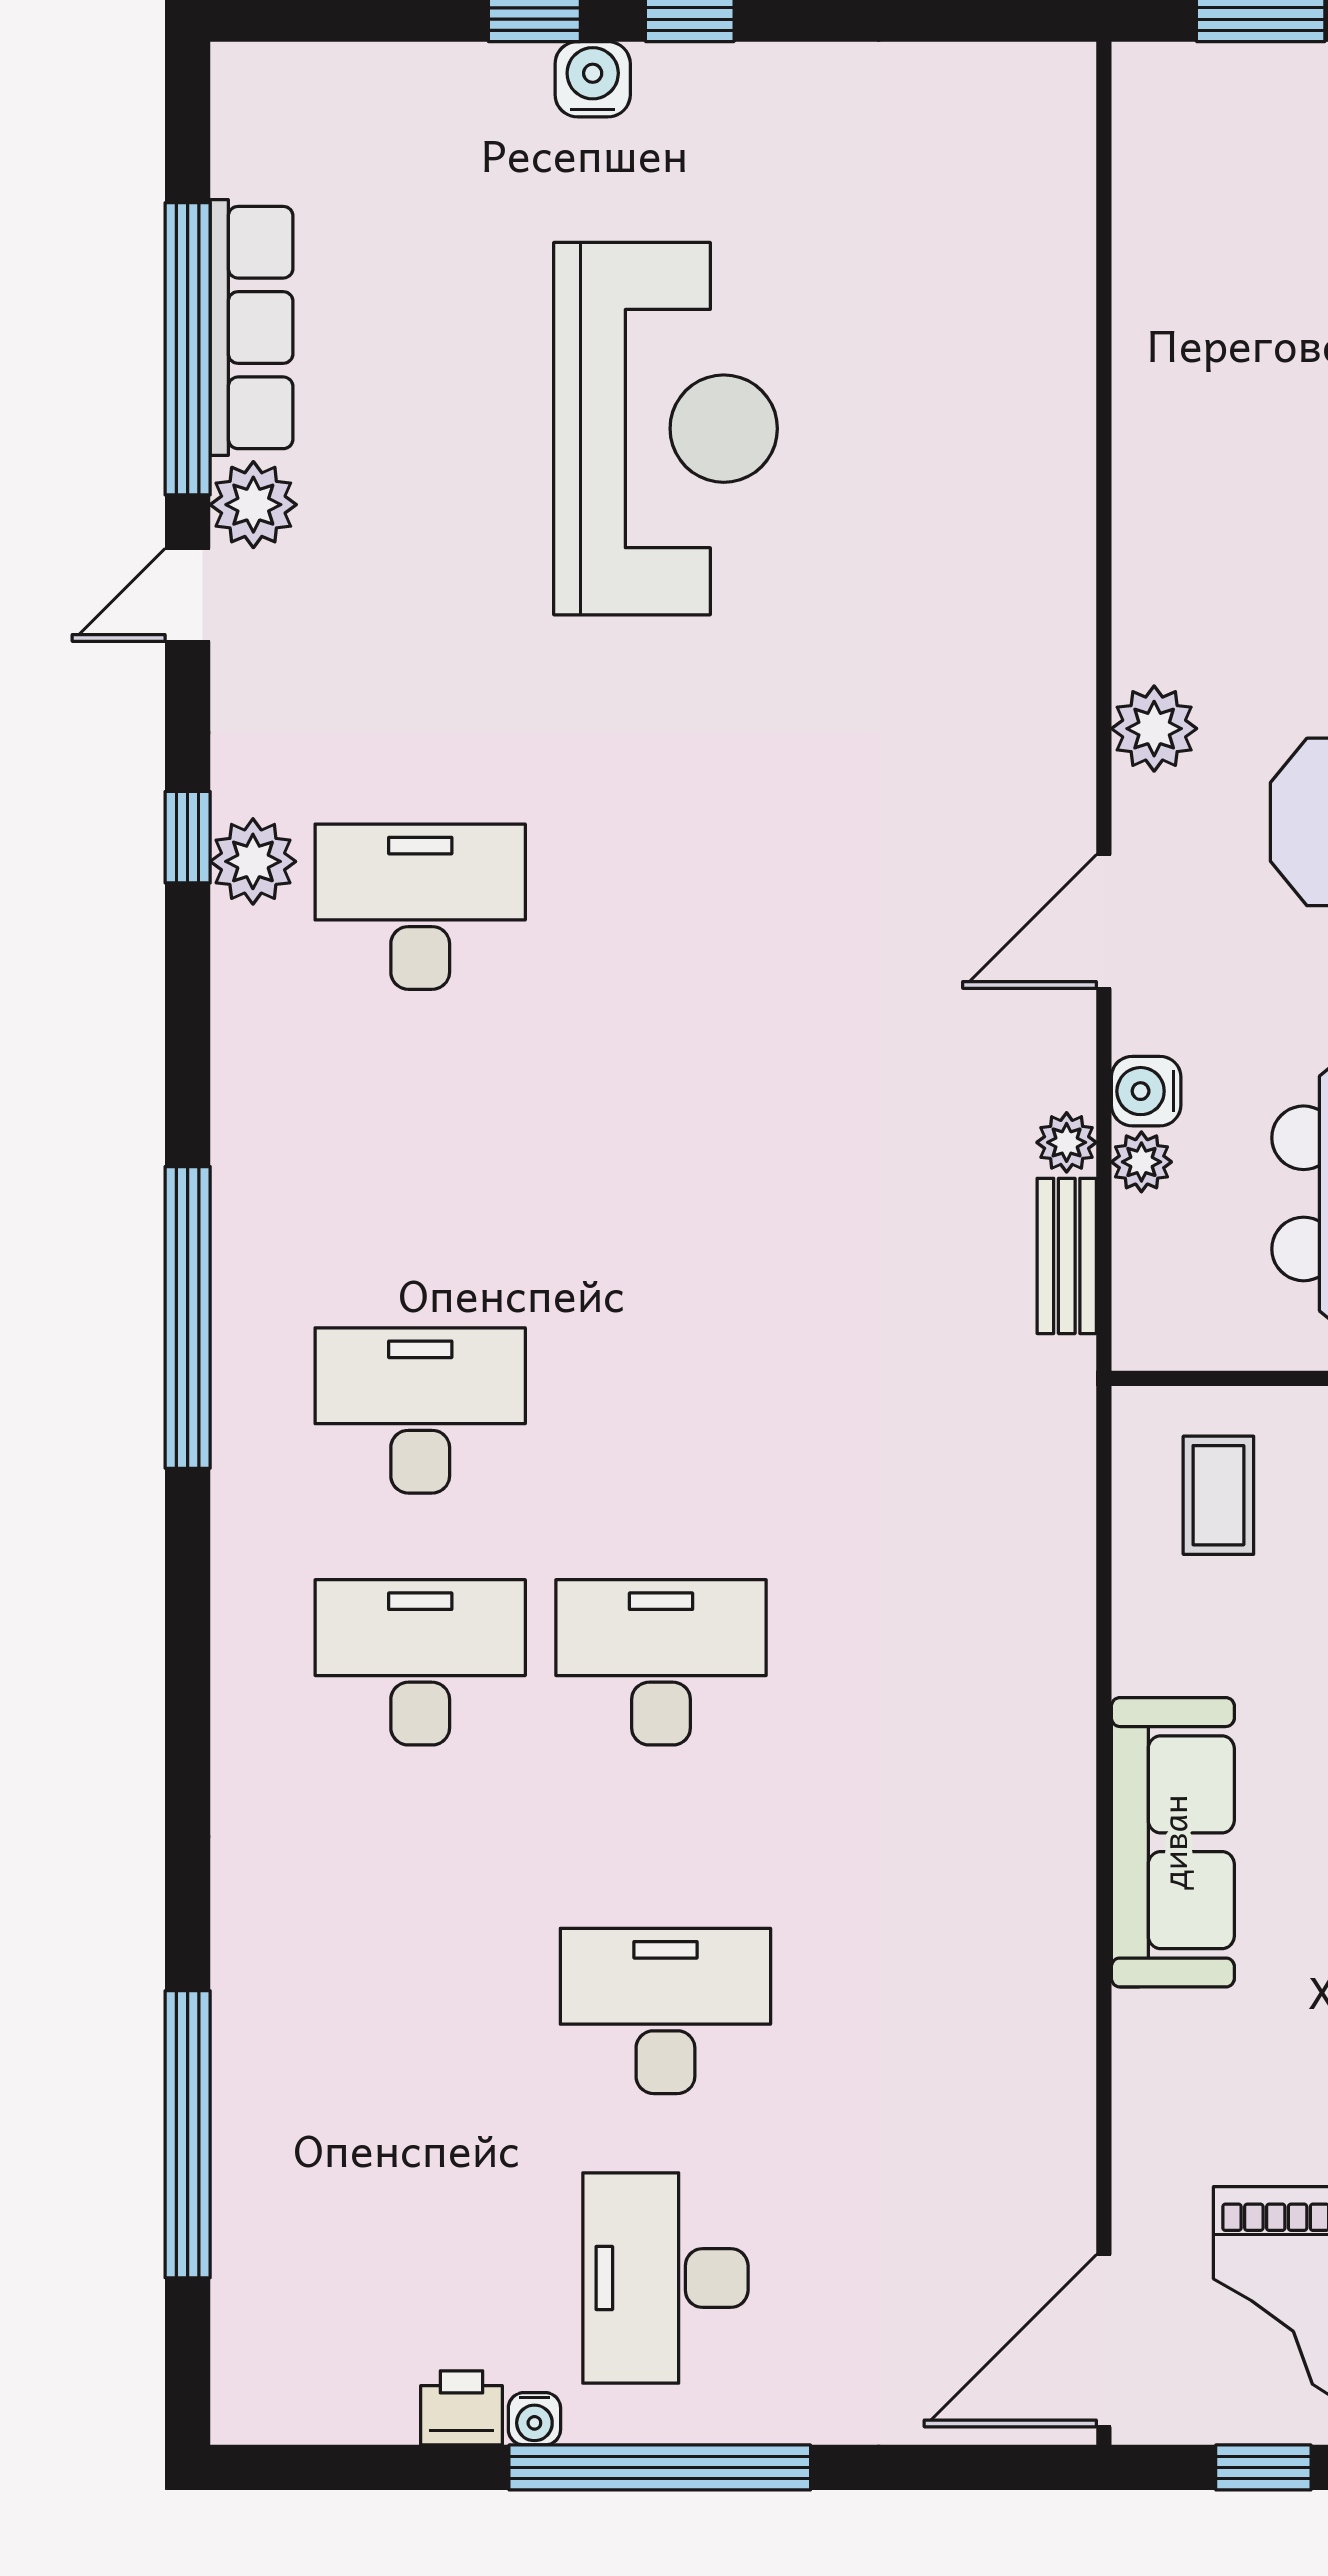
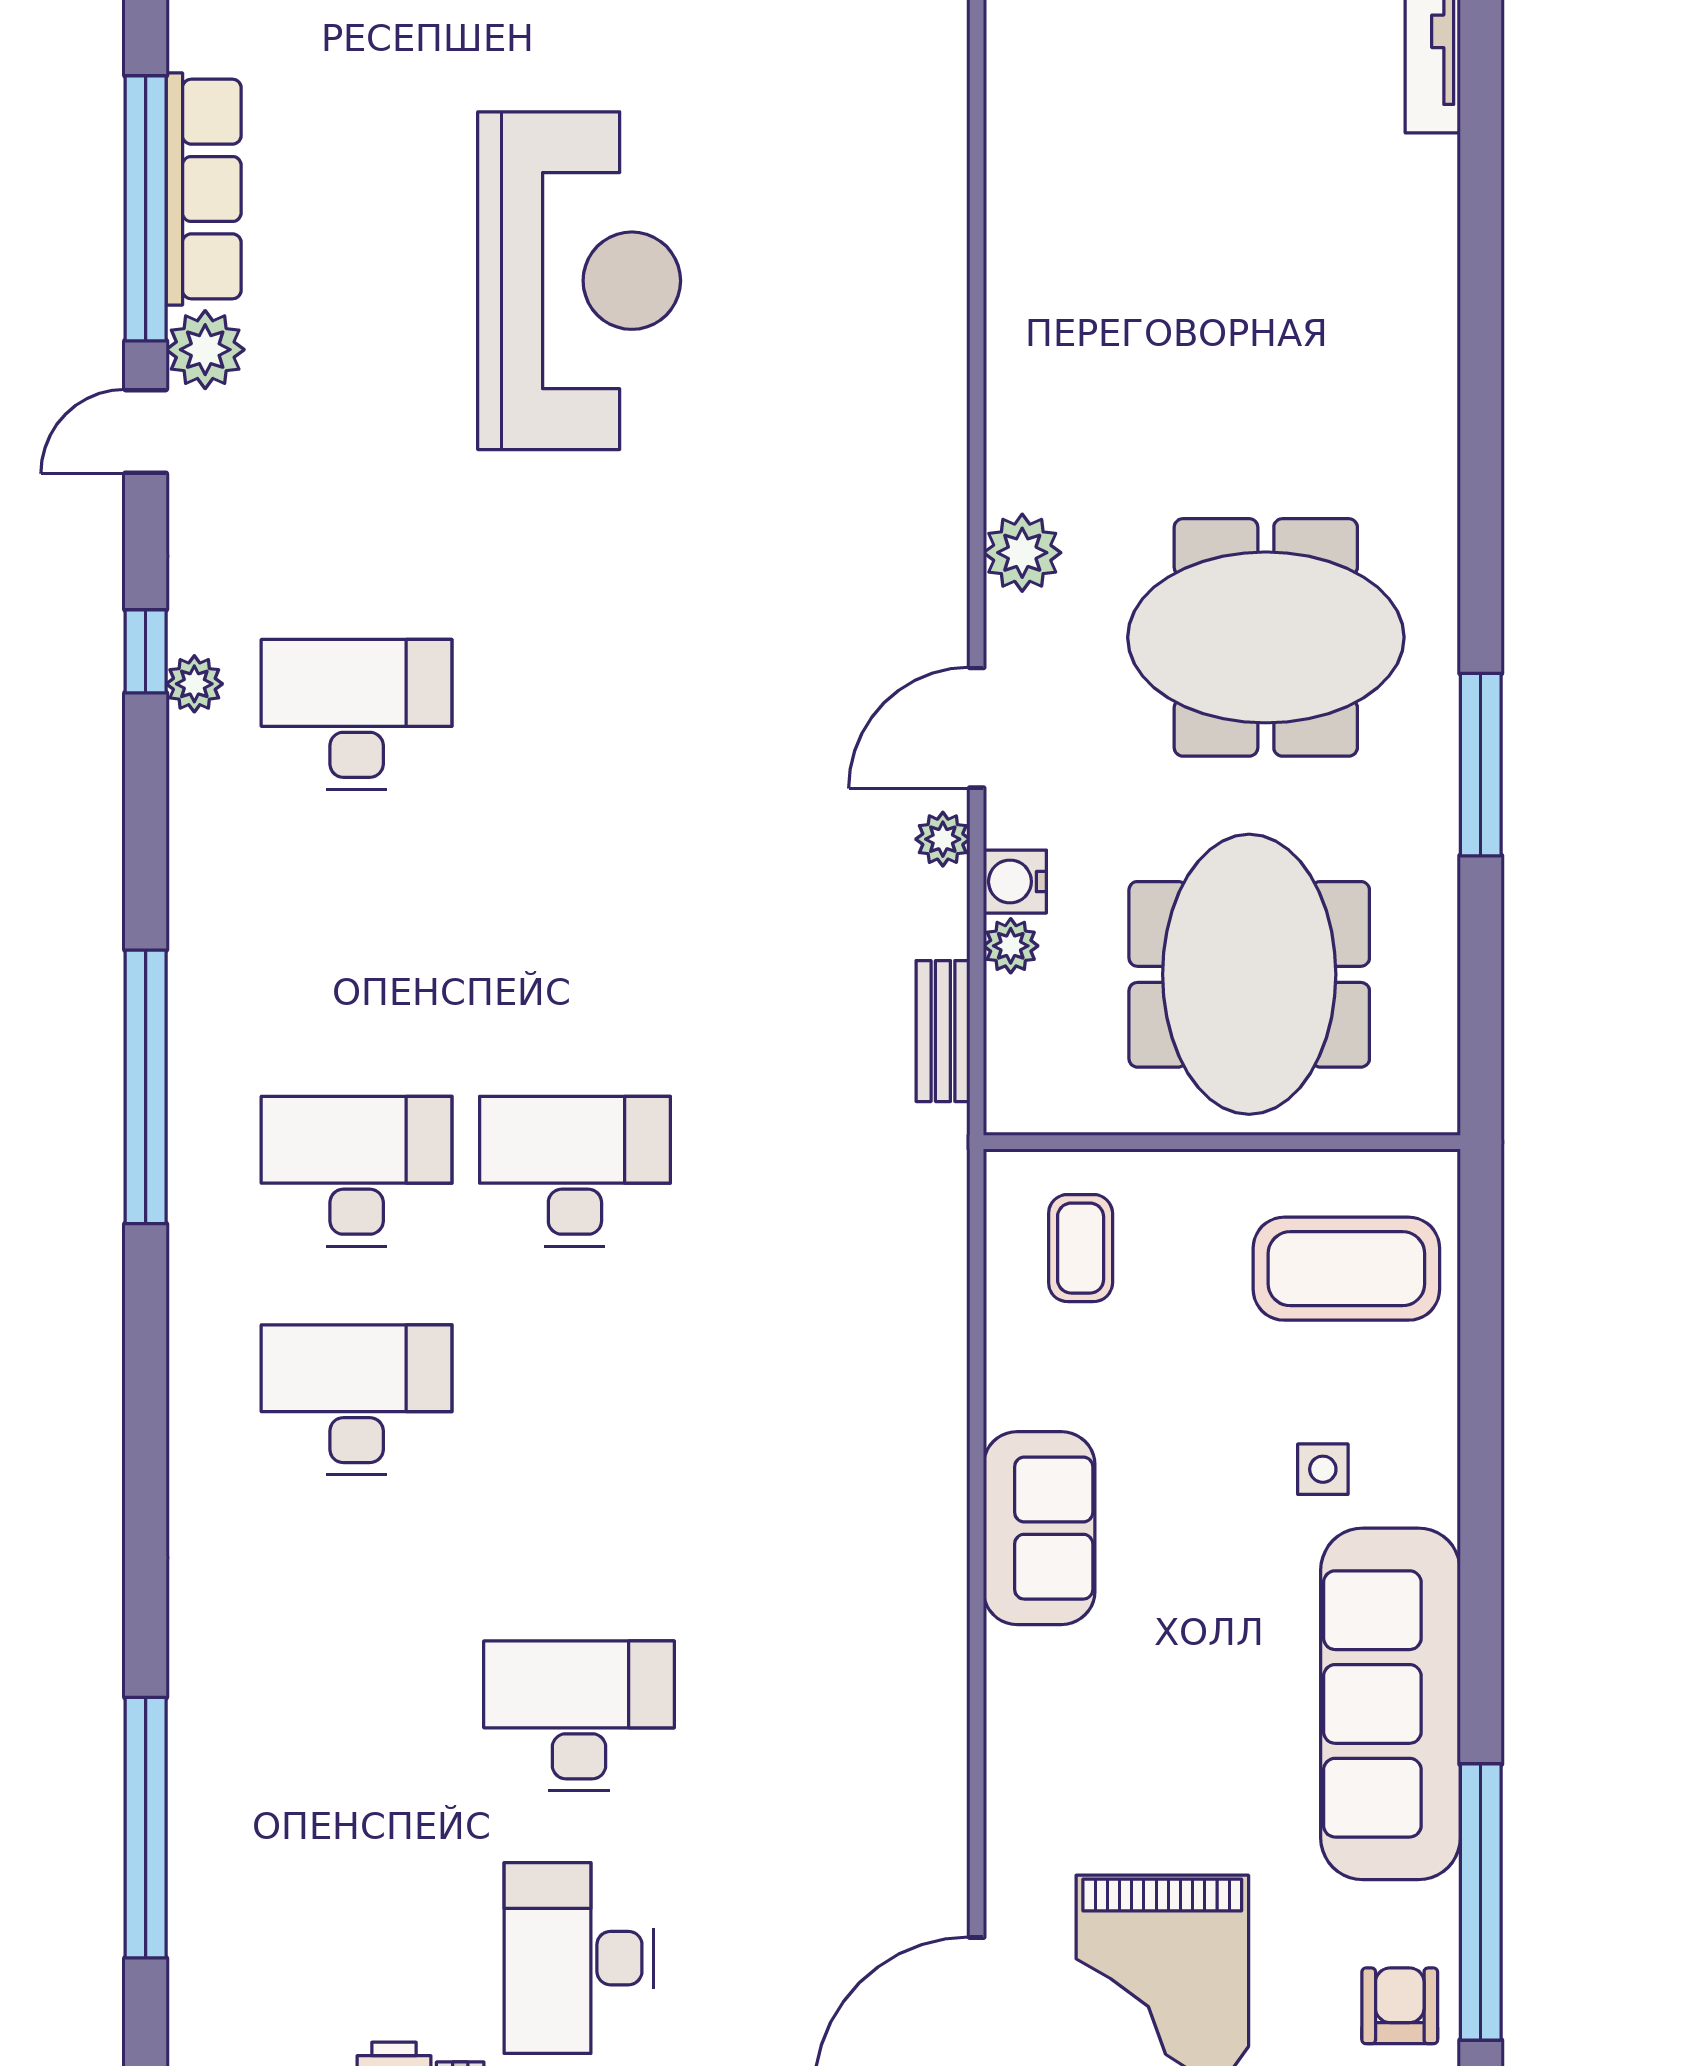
plant: (253, 861) -> (194, 684), width x0.73, depth x0.73
plant: (1067, 1142) -> (943, 839), moved
desk: (661, 1662) -> (575, 1171), moved
sofa: (1173, 1842) -> (1039, 1528), width x0.73

